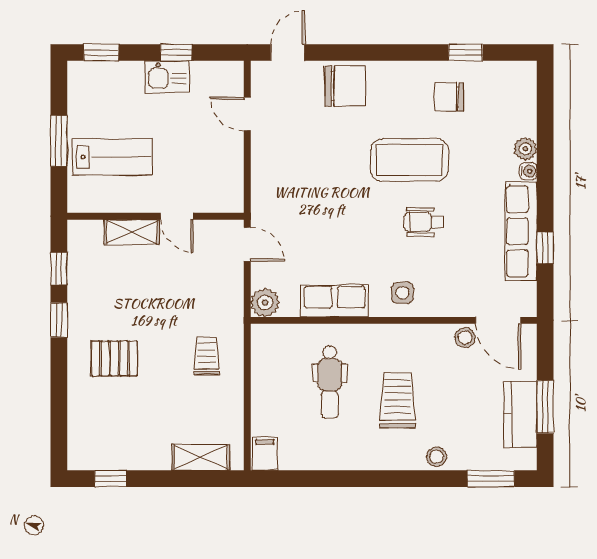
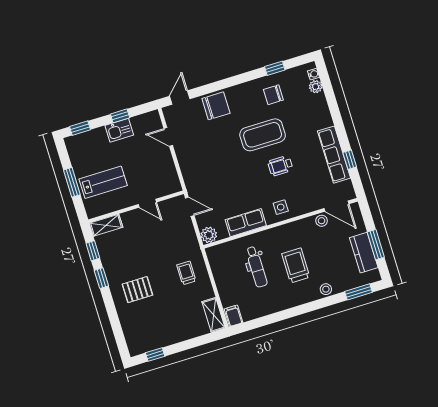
plant: (525, 149) -> (316, 87), moved
water cooler: (528, 171) -> (313, 74), moved
shelving: (132, 232) -> (106, 225), moved
shelving: (201, 457) -> (213, 315), moved, turned 90

